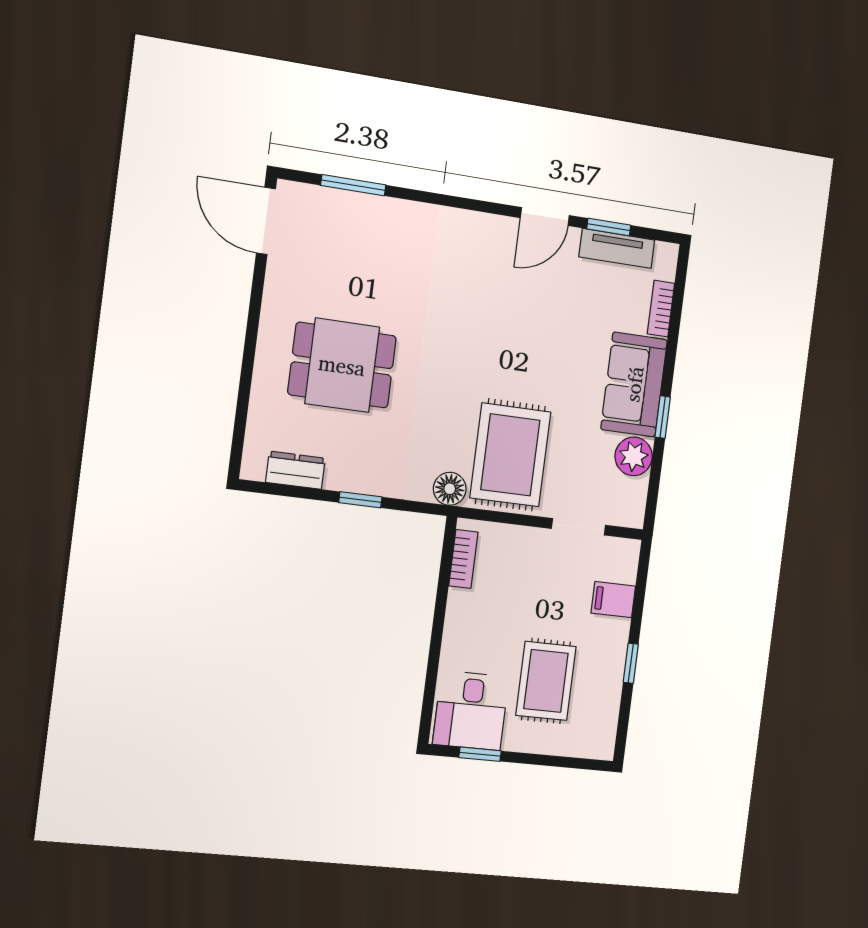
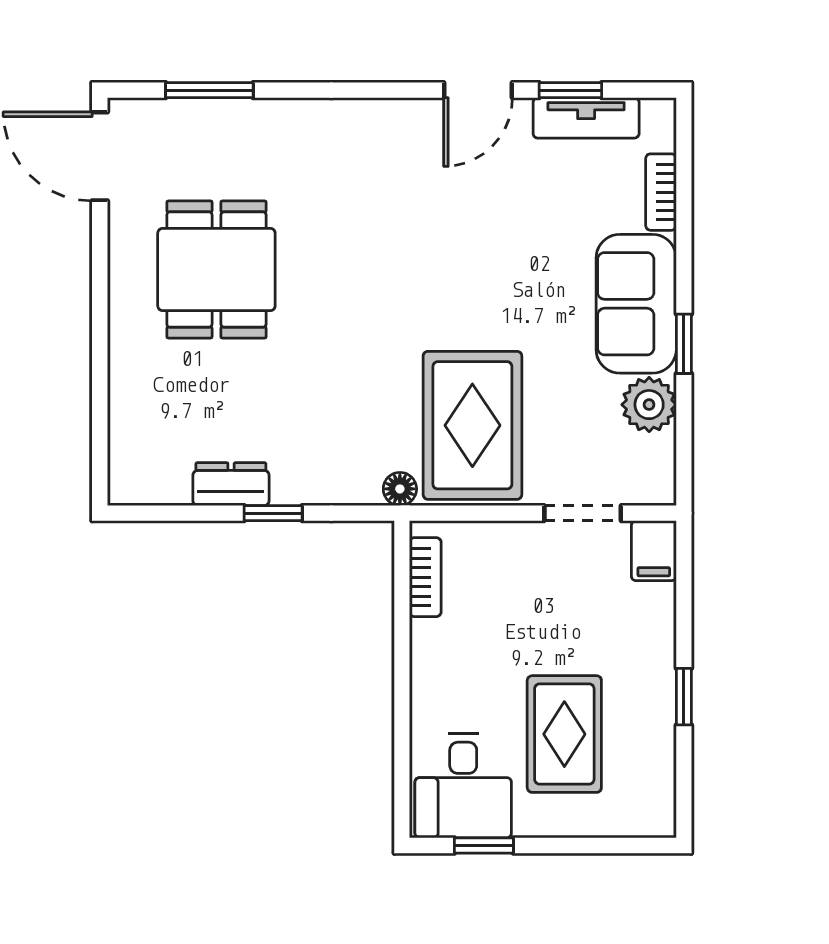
dining table: (342, 365) -> (216, 270), moved, turned 90
dresser: (295, 470) -> (231, 484), moved
floor lamp: (450, 489) -> (400, 489), width x0.73, depth x0.73
filing cabinet: (613, 600) -> (654, 551), moved, turned -90

